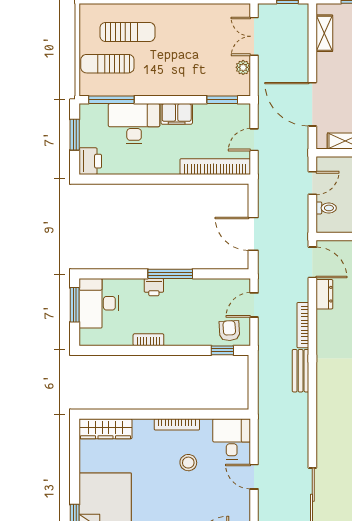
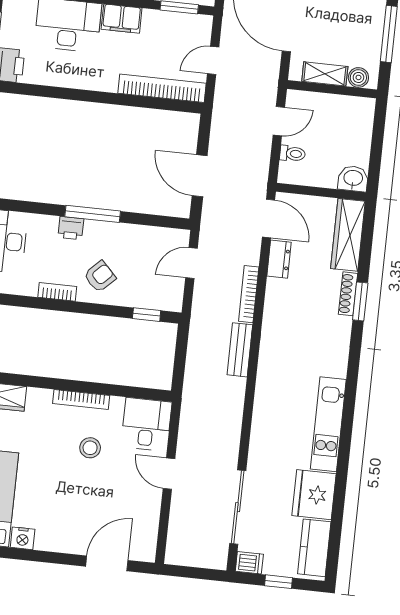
armchair: (229, 331) -> (100, 276), moved, turned 49

